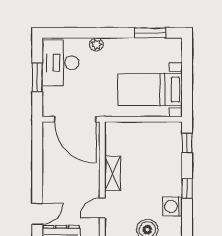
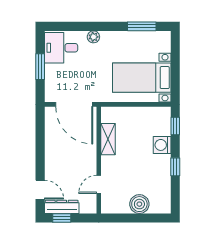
desk: (60, 63) -> (61, 48), width x0.73
shelving: (113, 173) -> (108, 139), moved
washing machine: (172, 206) -> (162, 145), moved
door: (37, 214) -> (40, 190), hinge flipped

